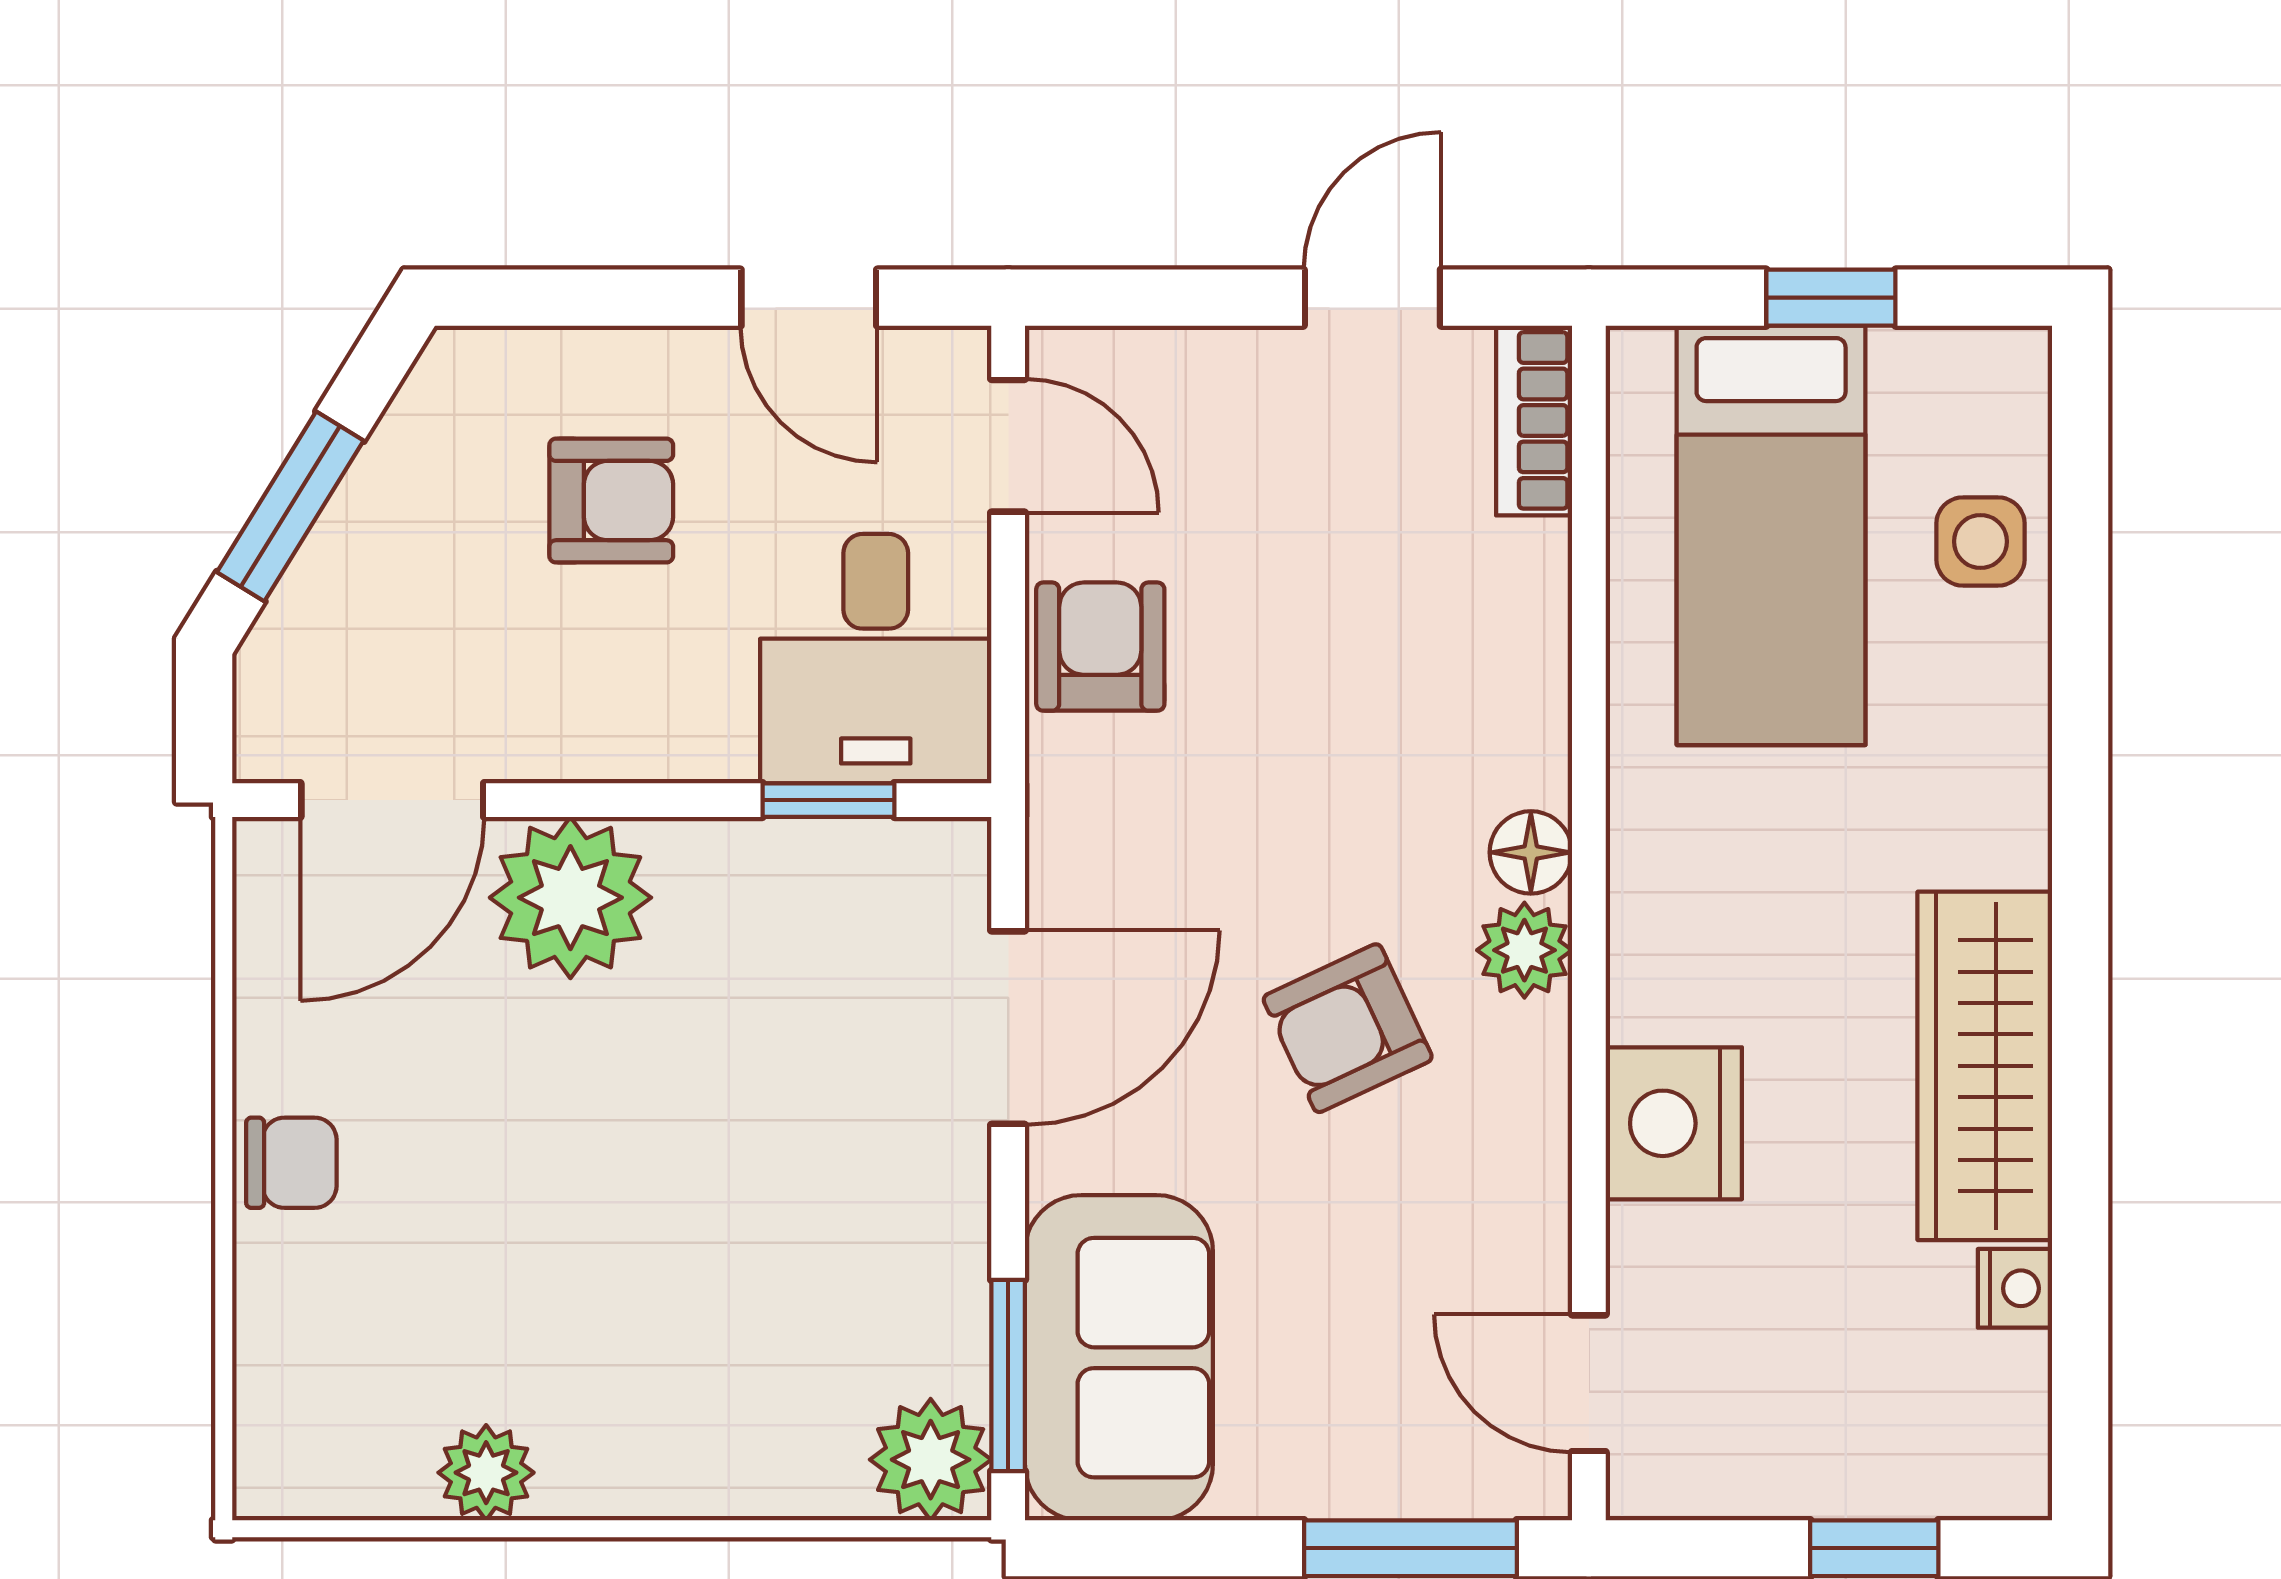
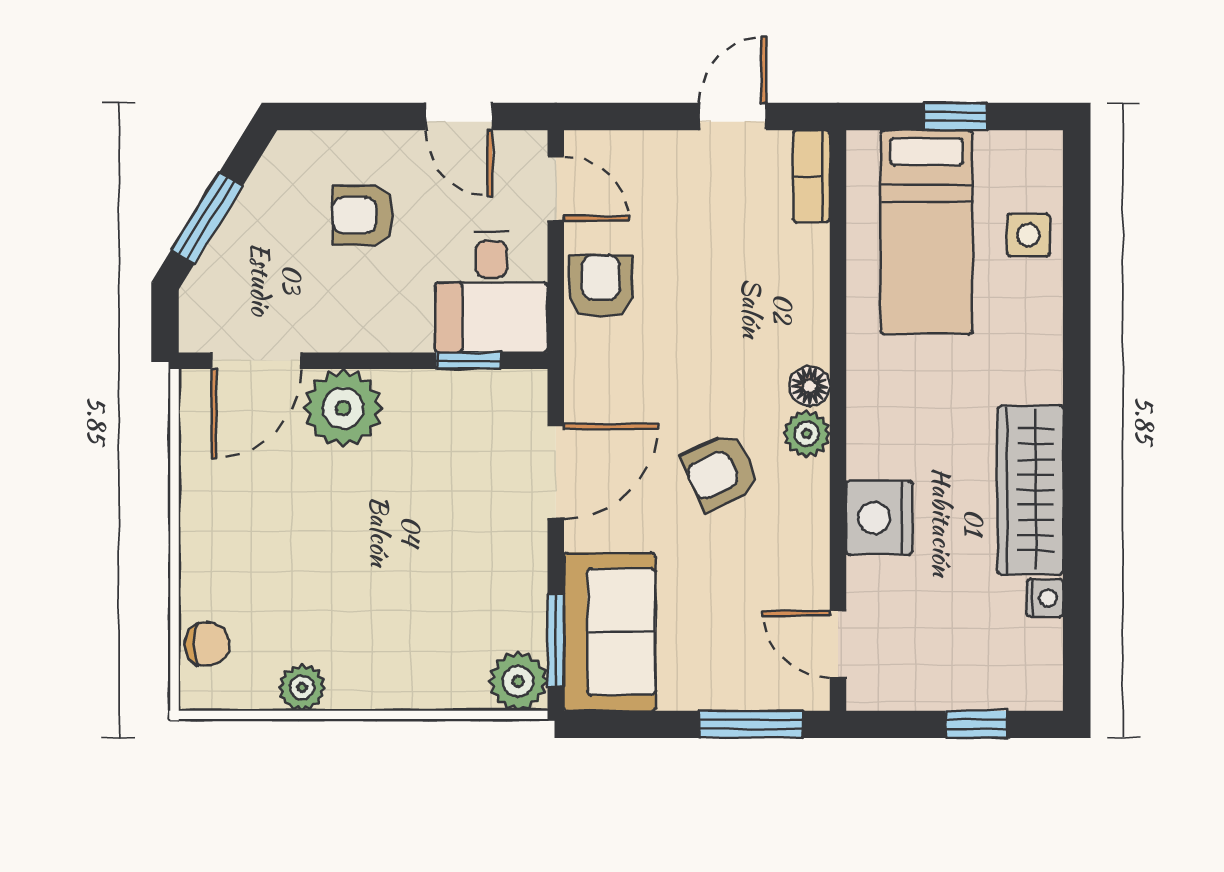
armchair: (611, 501) -> (363, 215), turned 180
chair: (291, 1163) -> (207, 644), moved

